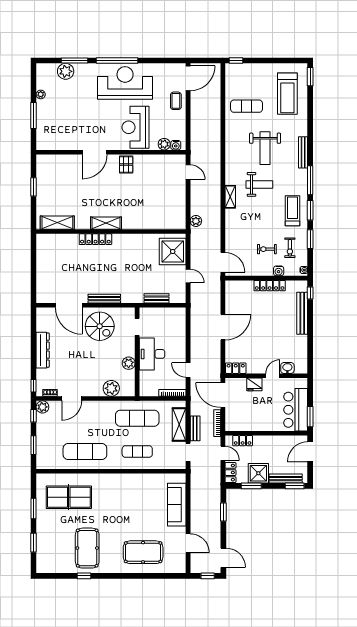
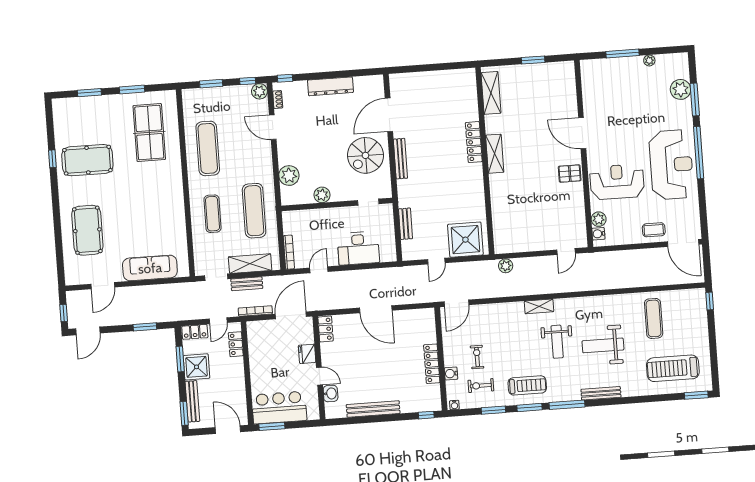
bench: (302, 313) -> (373, 409), moved
desk: (152, 354) -> (358, 248), moved, turned 180

